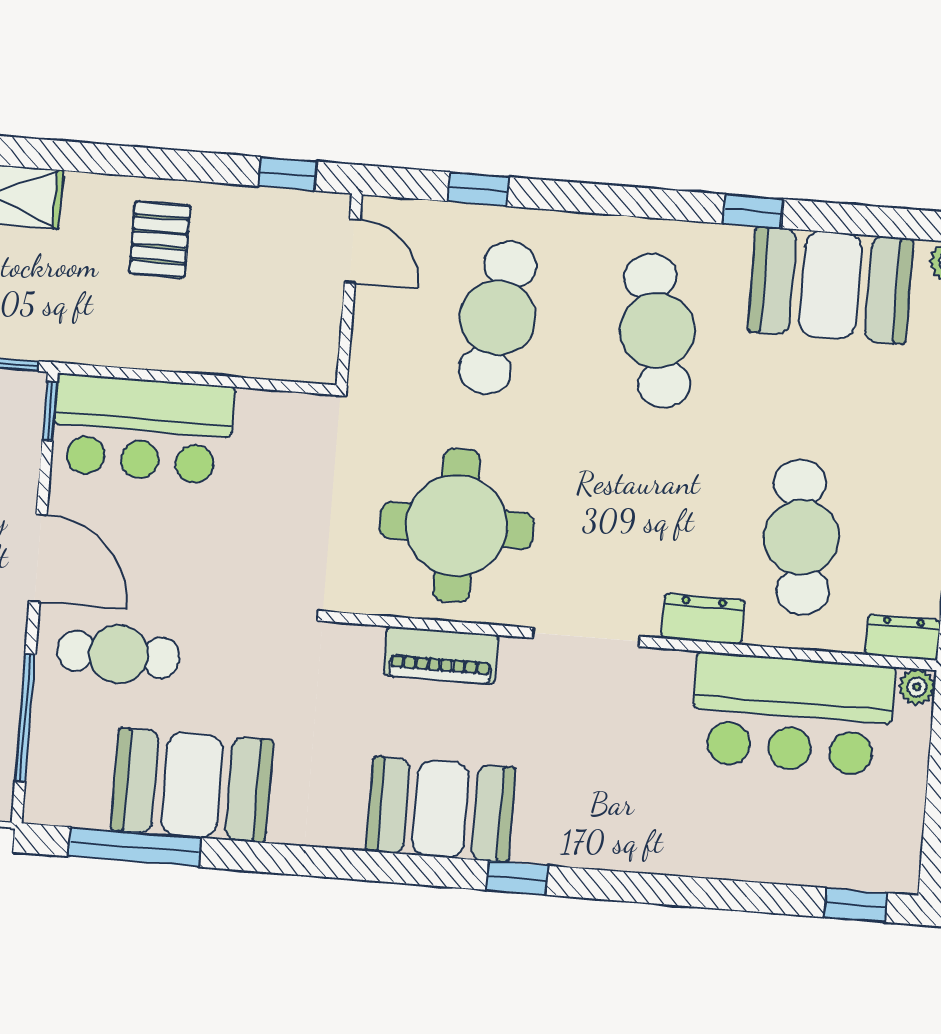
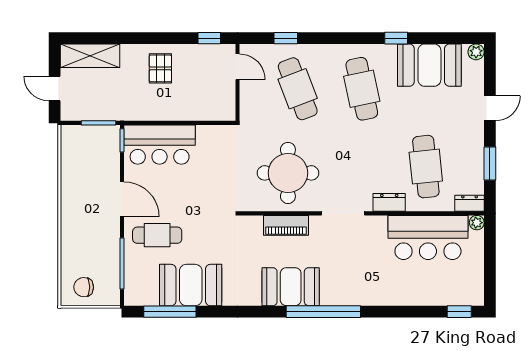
cafe table: (498, 318) -> (298, 89), turned -30
window: (517, 878) -> (323, 312), width x3.17

